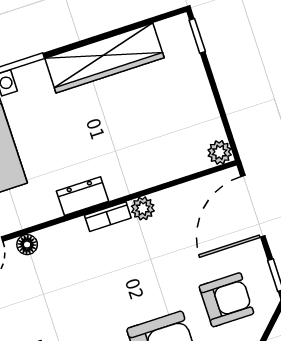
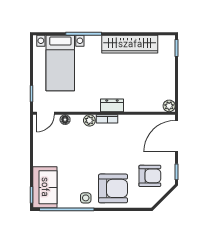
dresser: (82, 196) -> (112, 105), moved
plant: (143, 208) -> (89, 120), moved

